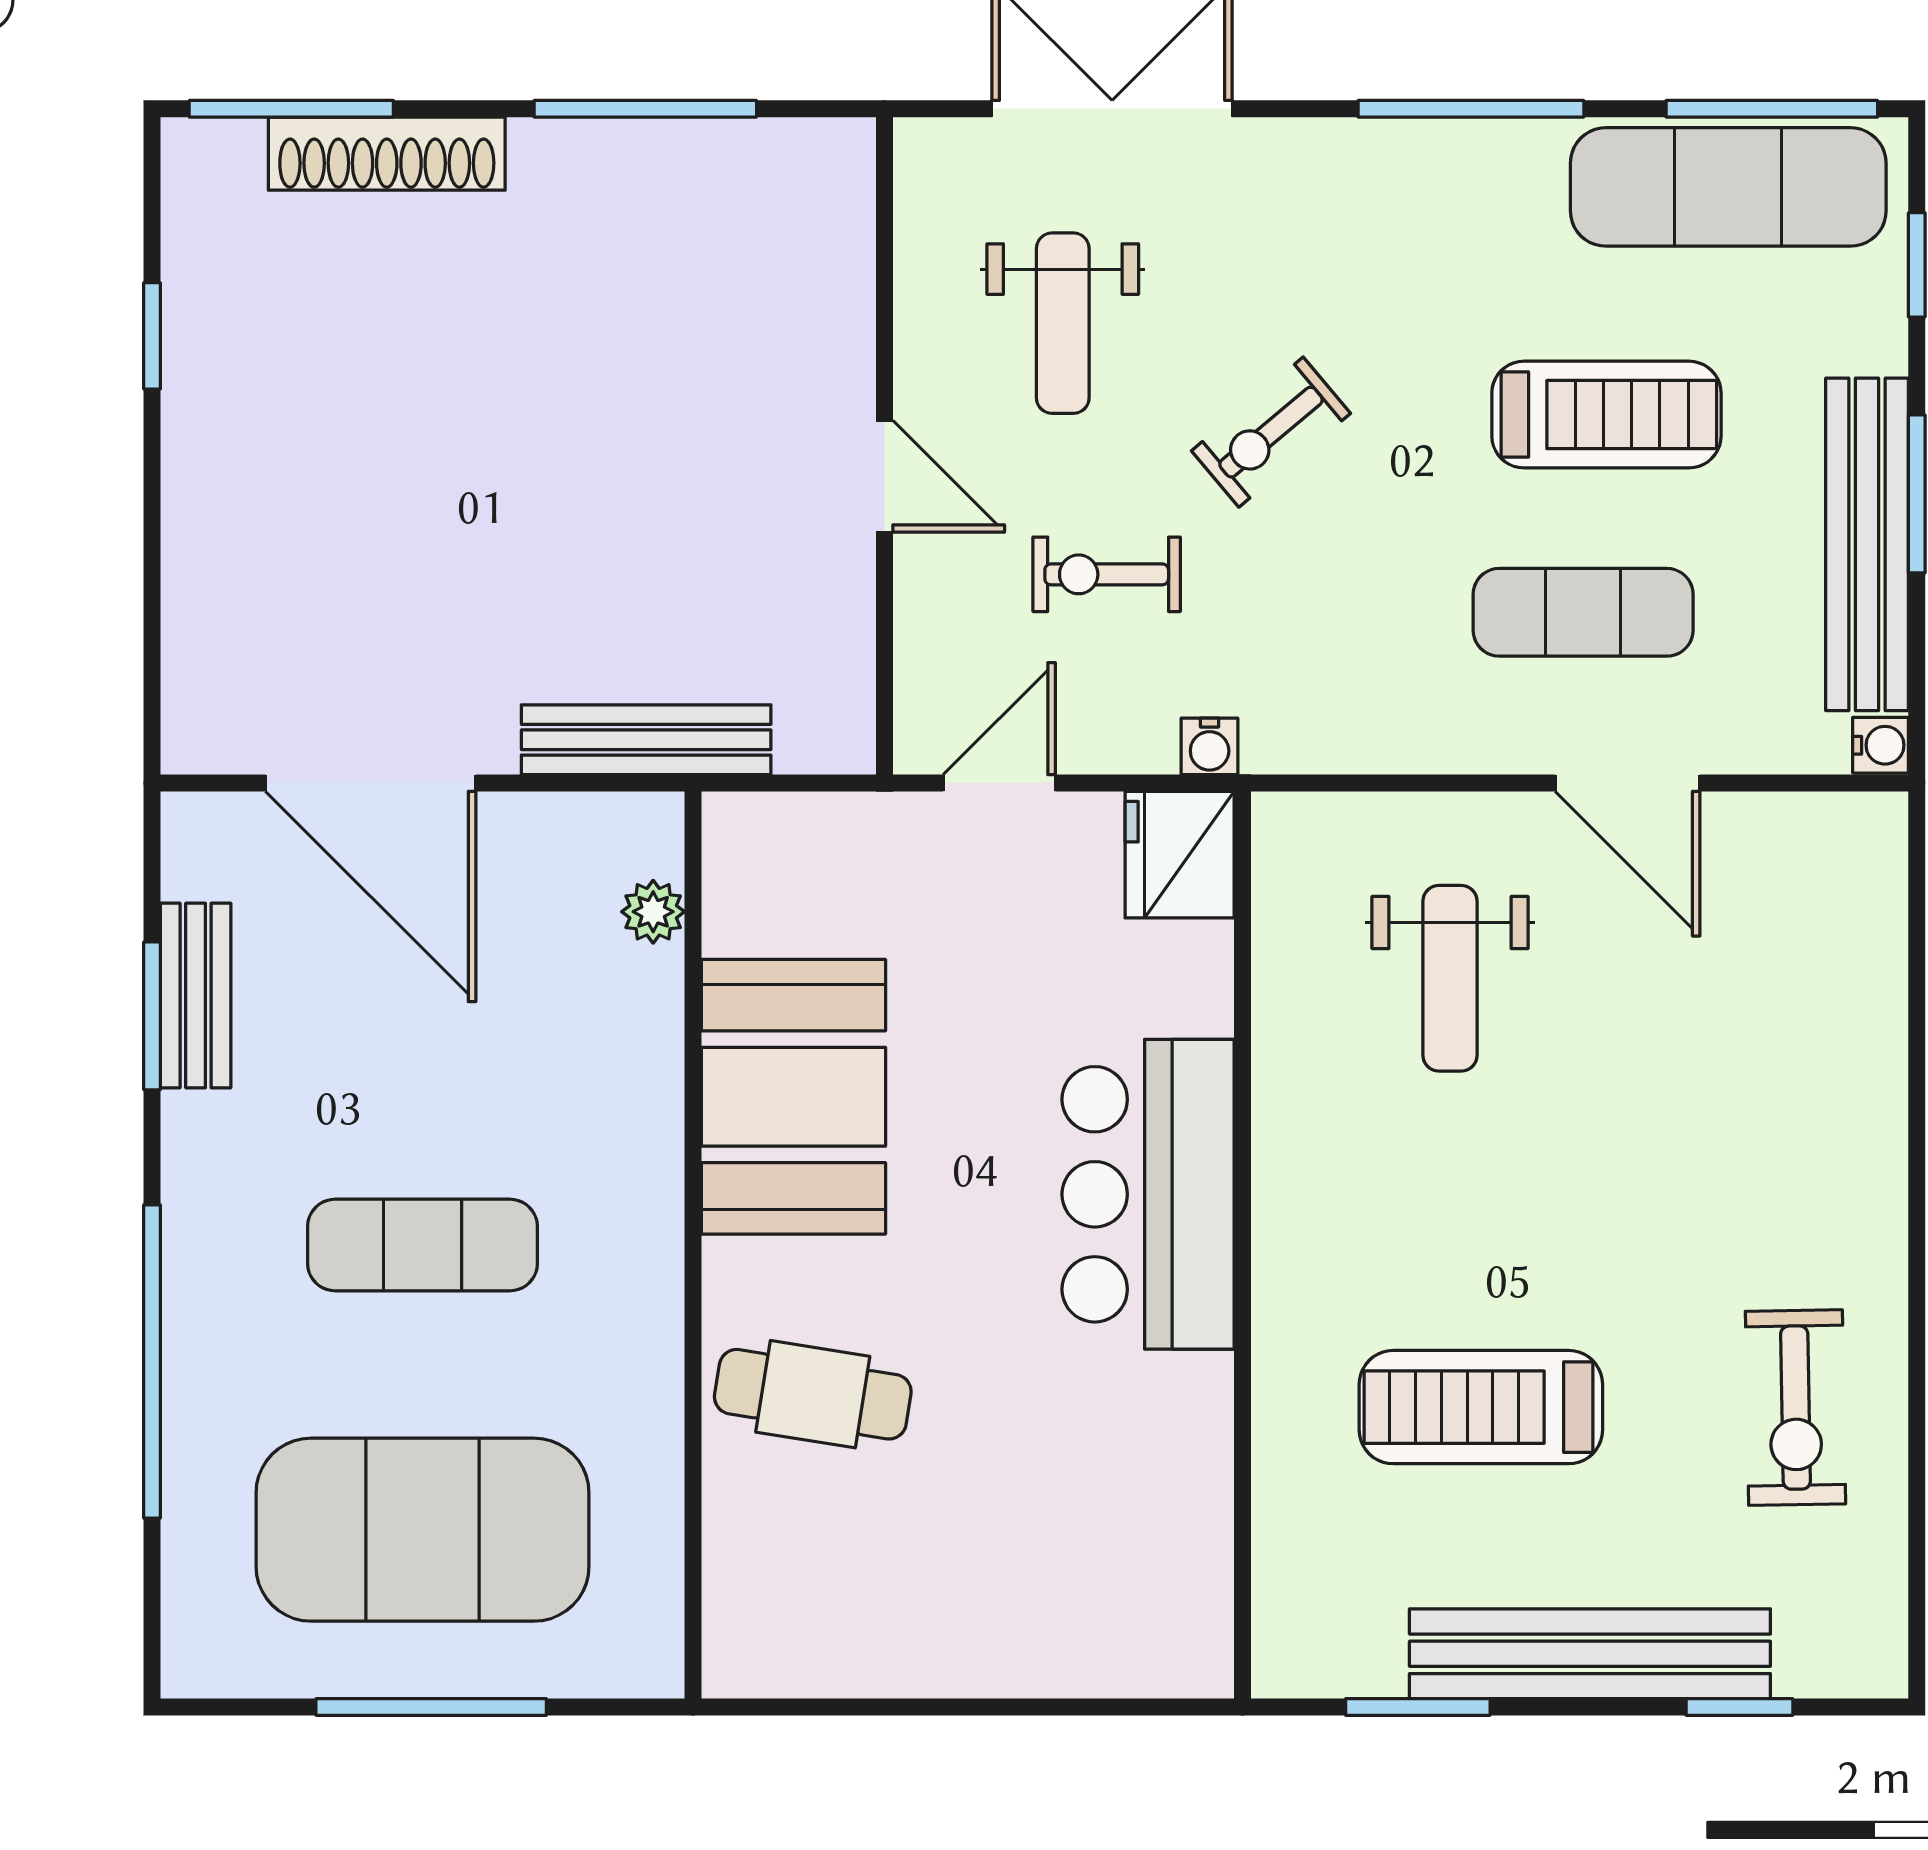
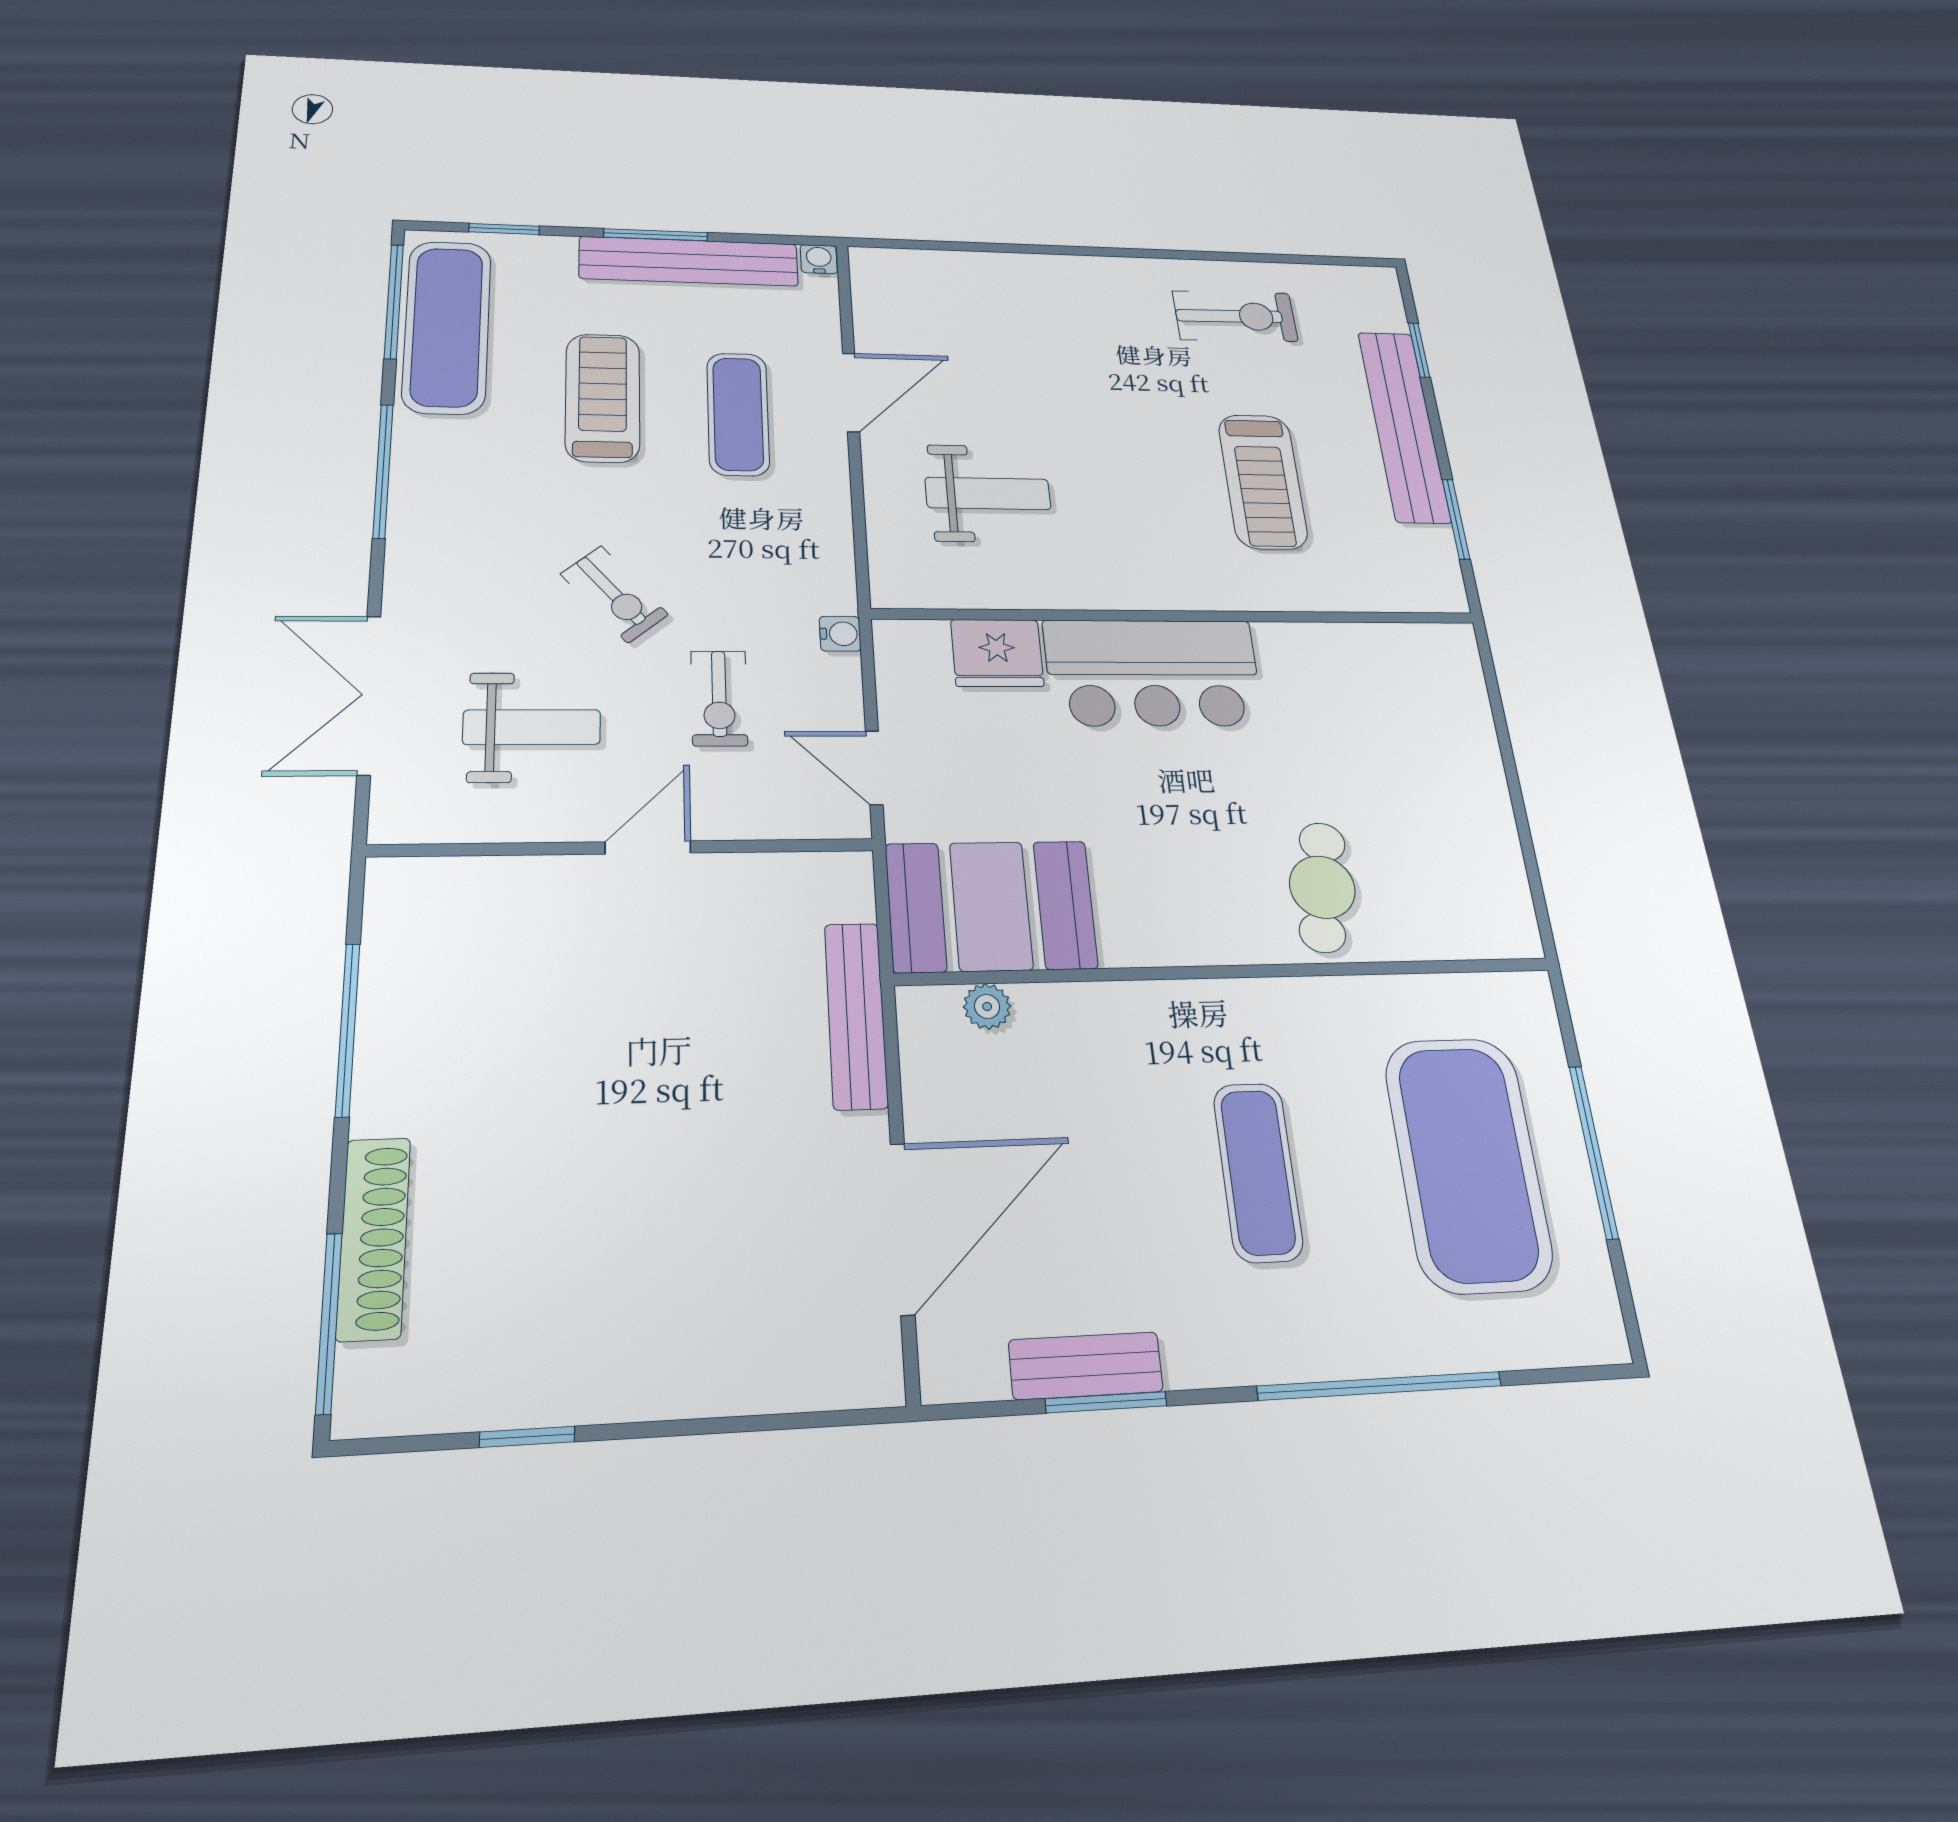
fridge: (1180, 855) -> (997, 653), moved
booth: (793, 1097) -> (991, 906), moved

